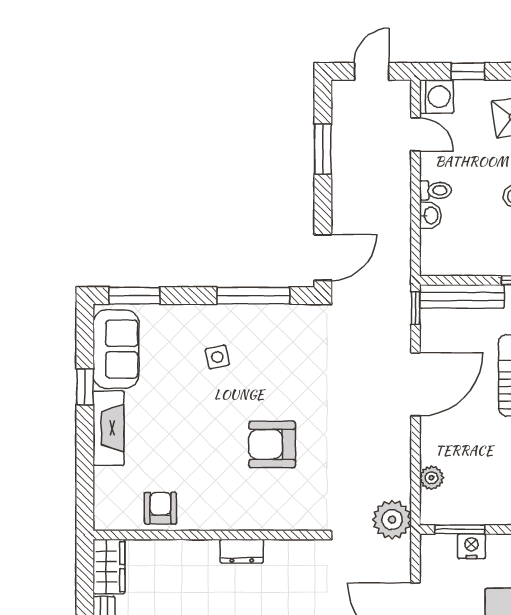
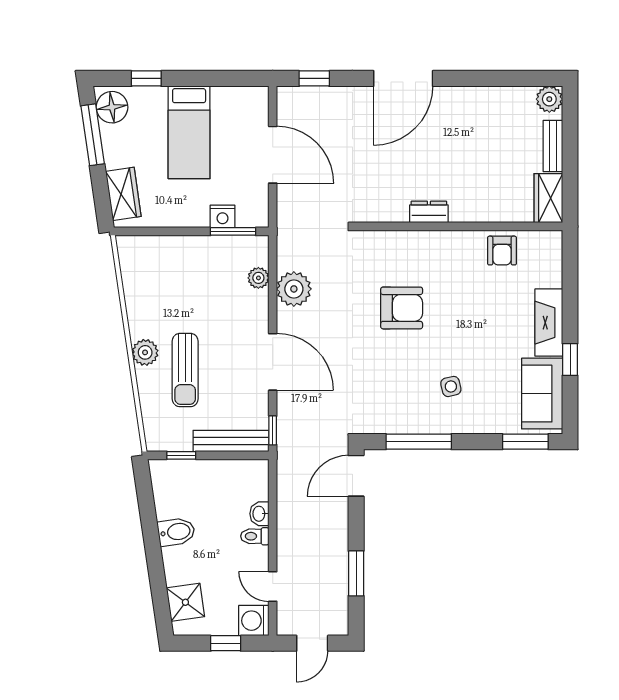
door: (416, 384) -> (273, 362), swing flipped
plant: (392, 520) -> (294, 289), moved

